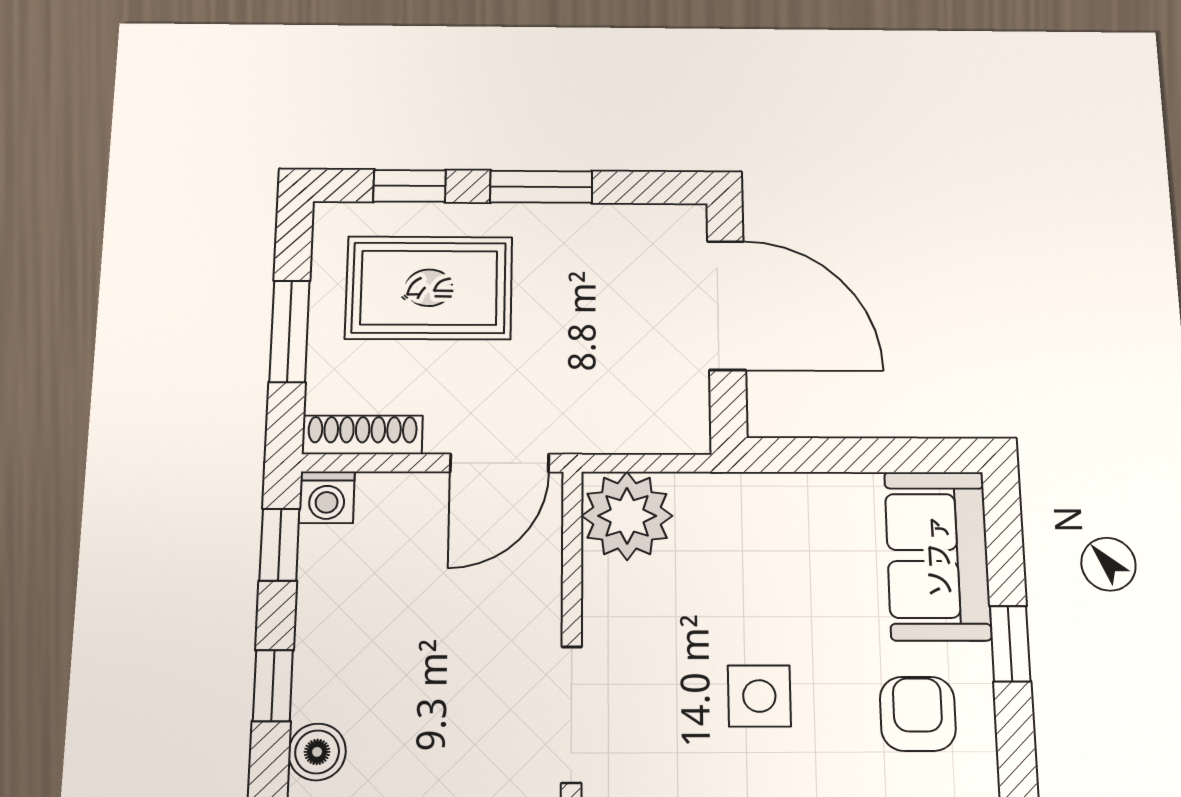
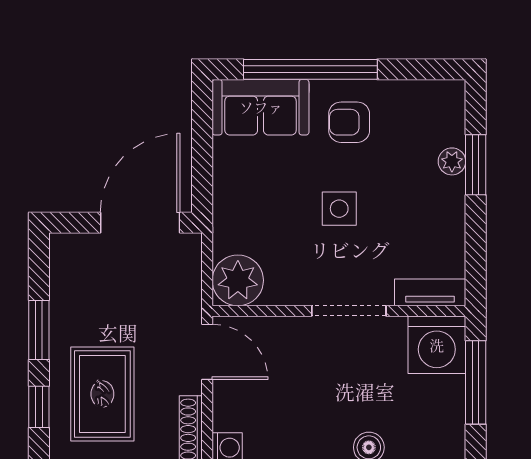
door: (726, 305) -> (140, 223), moved
window: (1010, 644) -> (310, 69), width x3.17

